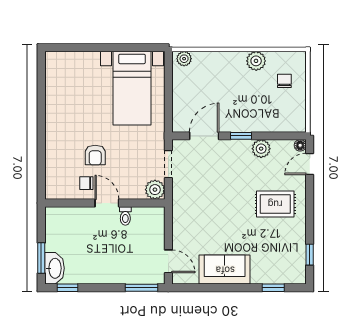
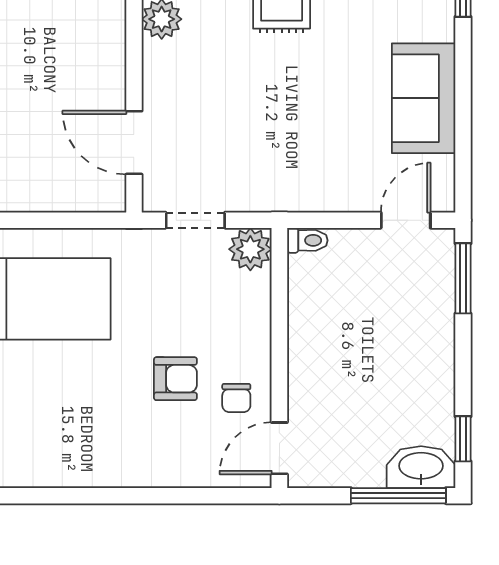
window: (241, 136) -> (134, 62), removed
door: (107, 203) -> (279, 448), moved
toilet: (125, 216) -> (307, 240), moved
window: (41, 258) -> (398, 496), width x1.44

